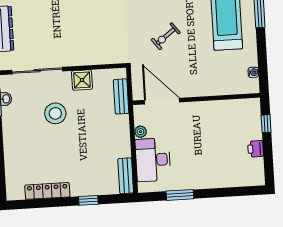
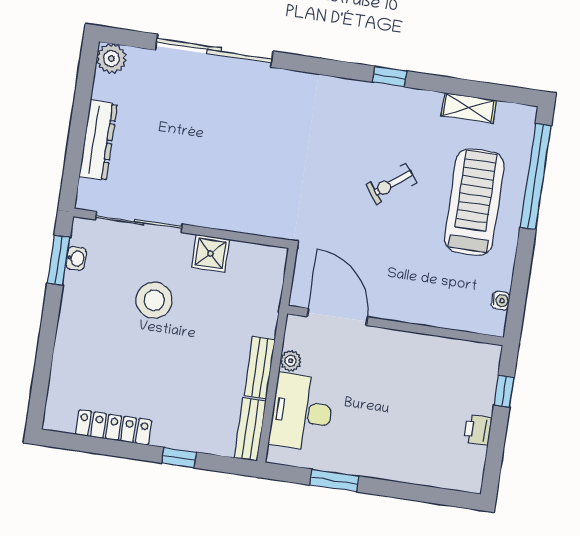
exercise bike: (166, 36) -> (391, 184), moved
bench: (121, 96) -> (260, 368), moved

